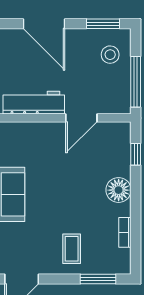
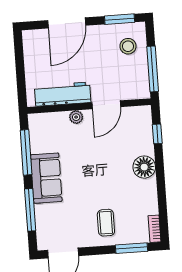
door: (44, 24) -> (67, 23), hinge flipped
plant: (47, 129) -> (76, 117), added
bookcase: (125, 232) -> (154, 229), moved

